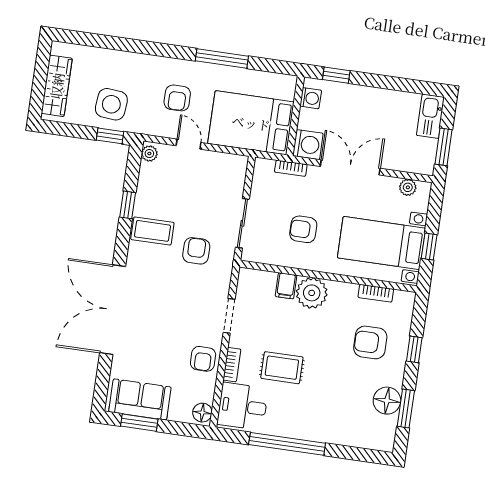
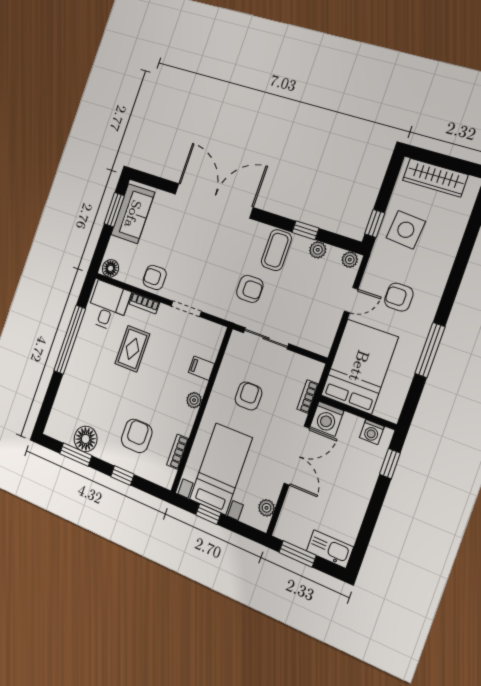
plant: (145, 188) -> (318, 250), added
plant: (312, 293) -> (194, 400), width x0.53, depth x0.53

